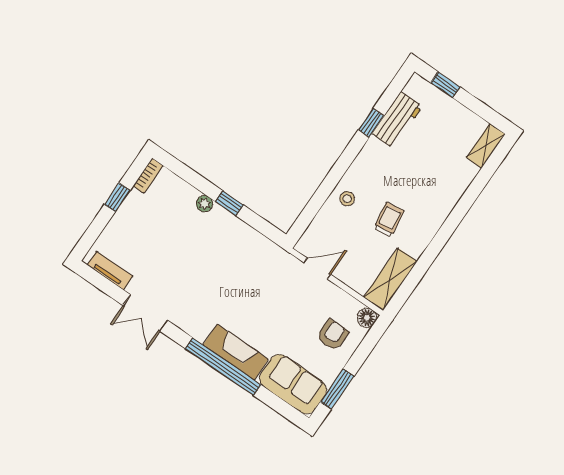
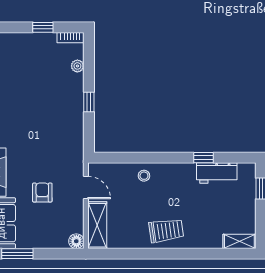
plant: (204, 204) -> (77, 66), moved
trolley: (389, 220) -> (166, 231), moved, width x1.36, depth x1.39
shelving: (390, 279) -> (97, 225), moved, turned 90
armchair: (333, 335) -> (42, 193), moved, turned -90

